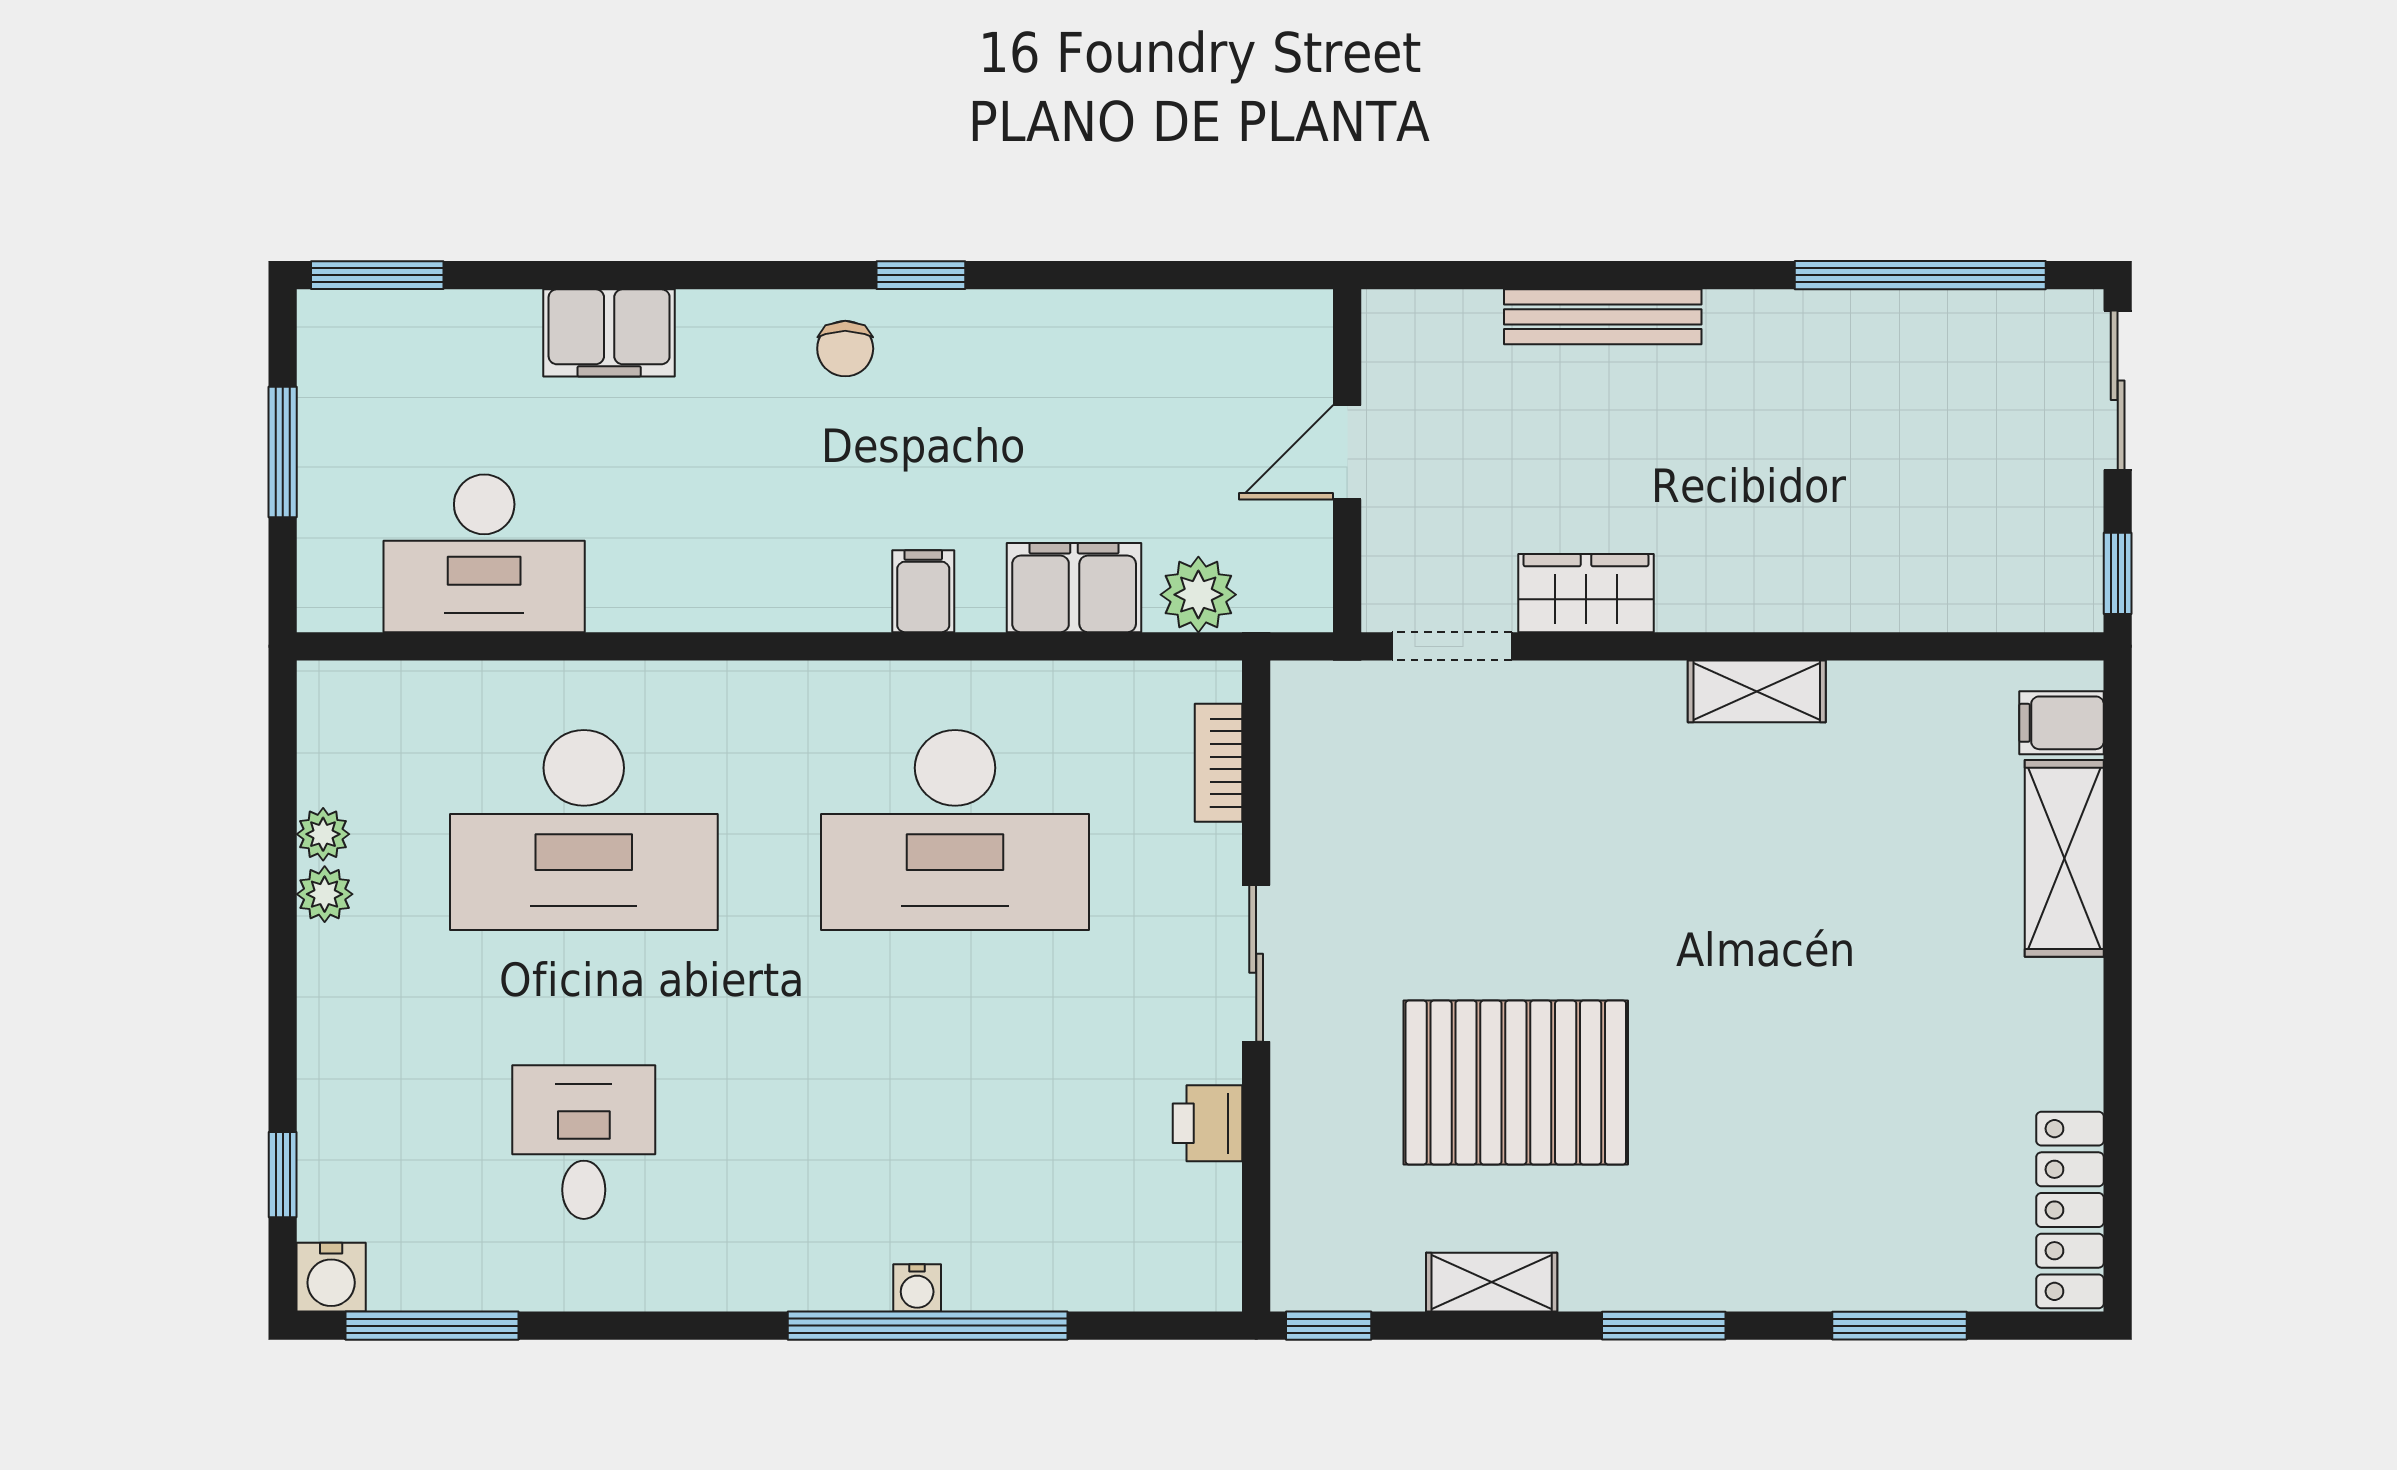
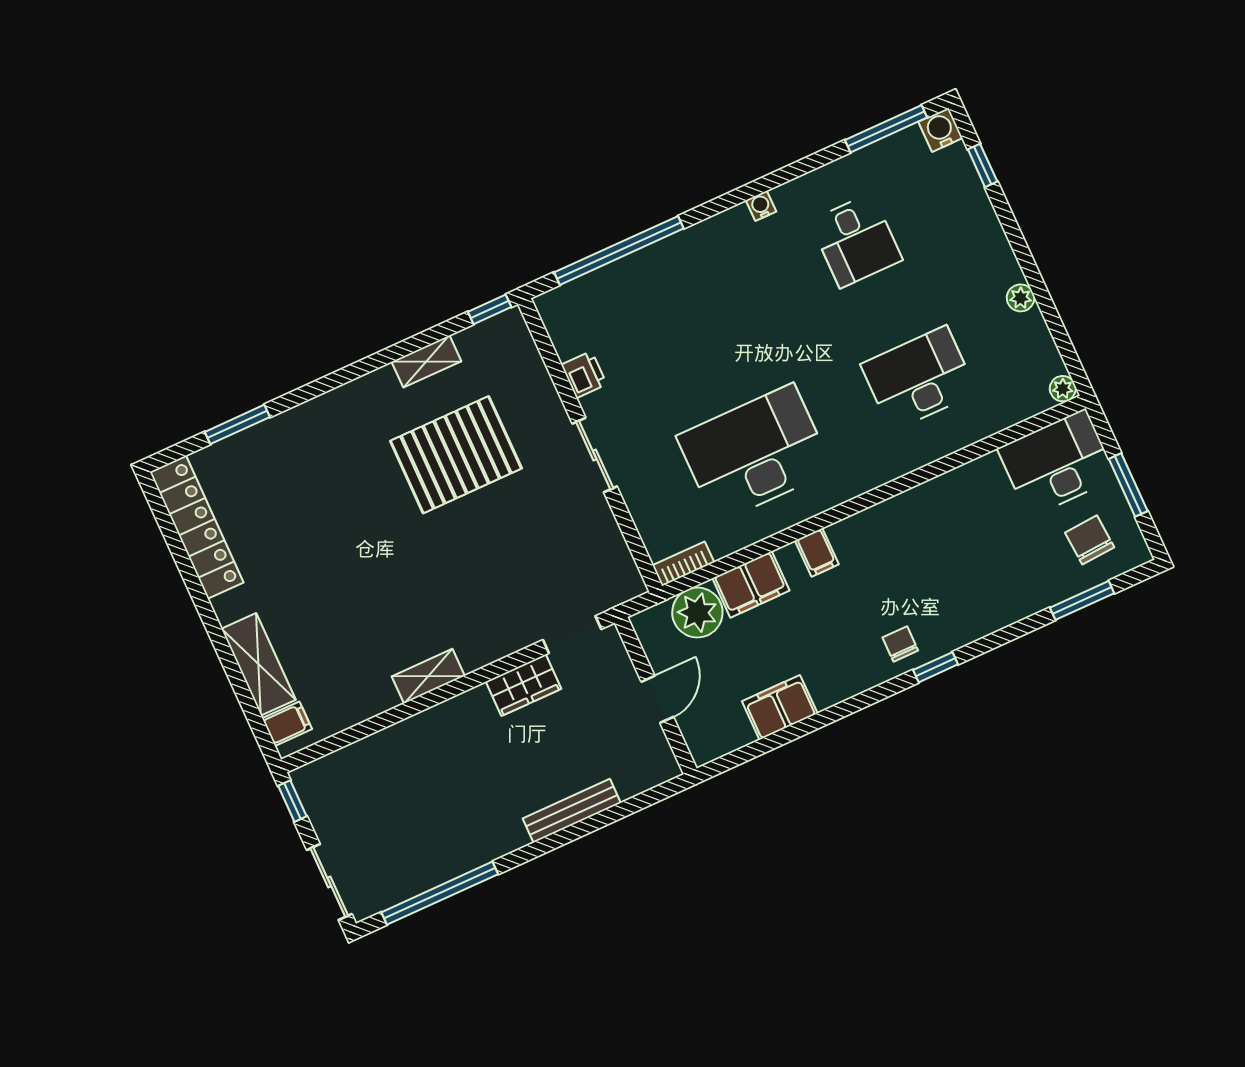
window: (377, 275) -> (1082, 600), moved
window: (921, 275) -> (936, 667), moved
filing cabinet: (609, 333) -> (780, 707), moved
chair: (402, 382) -> (1090, 540), added
desk: (484, 553) -> (1057, 463), moved
plant: (1198, 595) -> (697, 613), width x1.36, depth x1.36
bookcase: (1218, 763) -> (683, 564), moved, turned -90
desk: (584, 830) -> (919, 379), width x0.73, depth x0.77
plant: (323, 834) -> (1063, 389), moved
locker: (2070, 1210) -> (197, 527), width x1.41, depth x1.21
water cooler: (917, 1288) -> (761, 206), moved
window: (928, 1326) -> (619, 250), moved
window: (1664, 1326) -> (341, 377), removed

